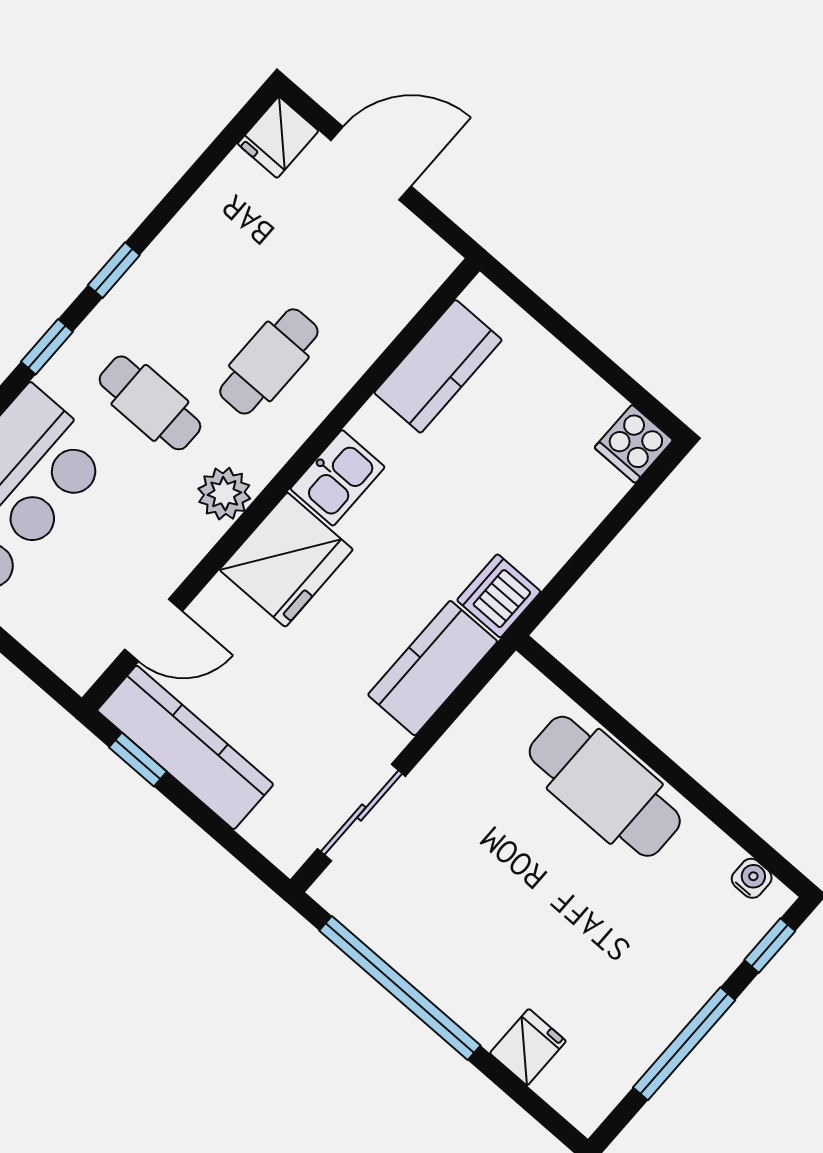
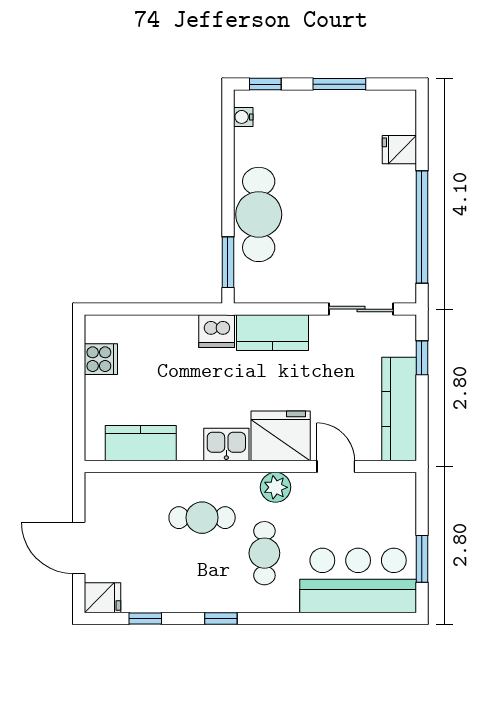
window: (47, 347) -> (145, 618), moved
cooker: (634, 444) -> (101, 359), moved
door: (154, 630) -> (336, 467), moved
window: (577, 690) -> (228, 262), added
window: (138, 759) -> (422, 358), moved
window: (684, 1044) -> (339, 84), width x0.69

